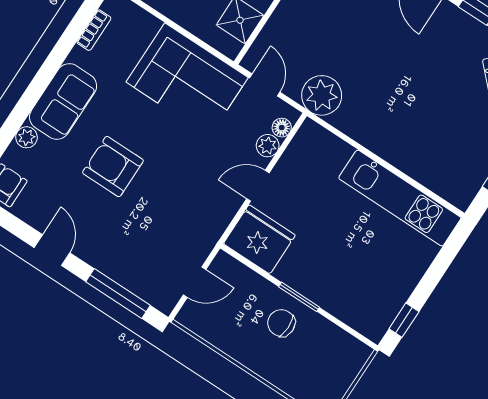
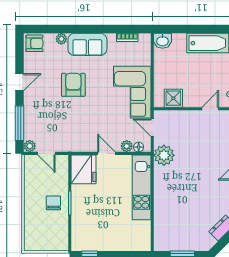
door: (265, 85) -> (152, 128), swing flipped
kitchen unit: (400, 198) -> (142, 187), moved
plant: (165, 301) -> (30, 146), added

